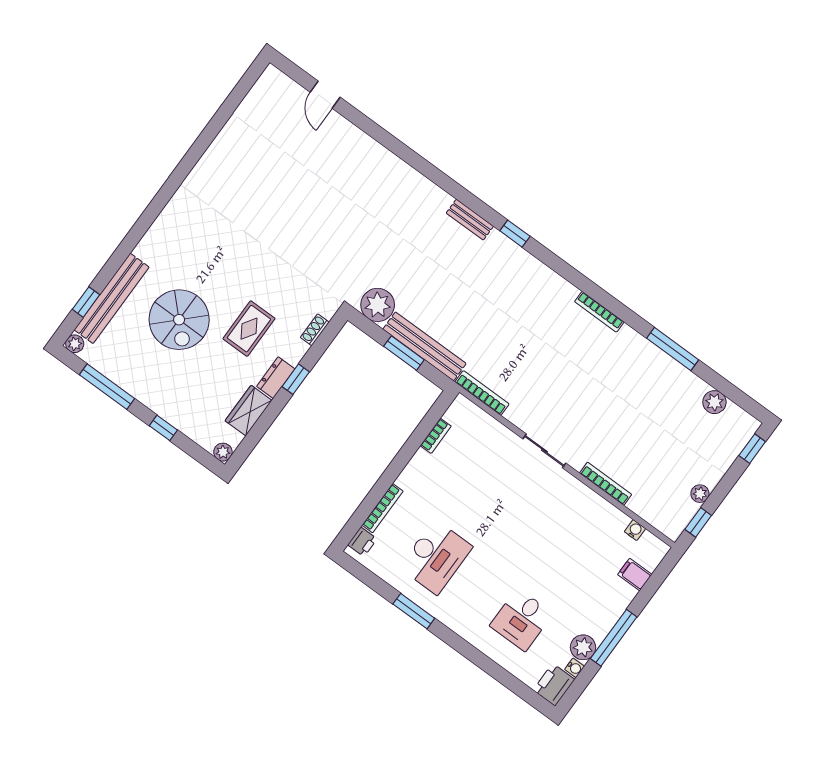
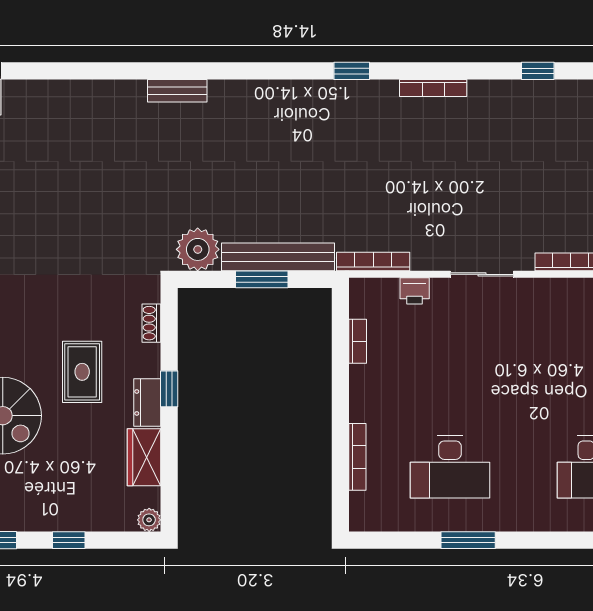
bench: (470, 220) -> (177, 91), moved
window: (515, 234) -> (352, 71), moved
window: (673, 349) -> (538, 71), width x0.46
printer: (362, 542) -> (415, 291), moved, turned 90
desk: (436, 557) -> (450, 467), turned 90

